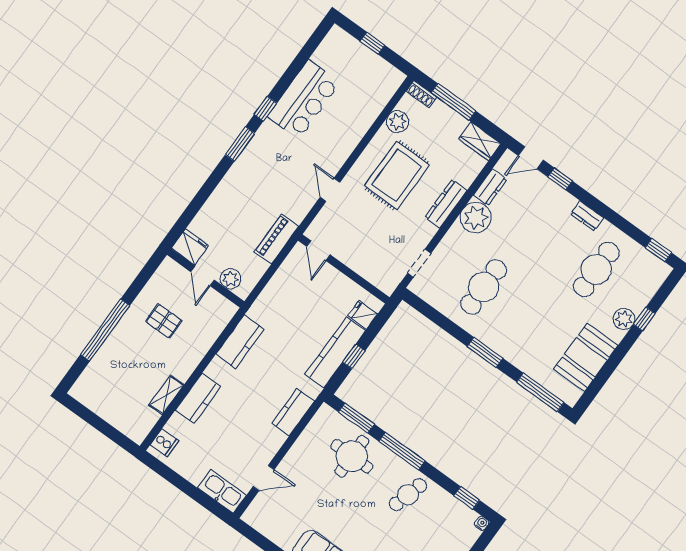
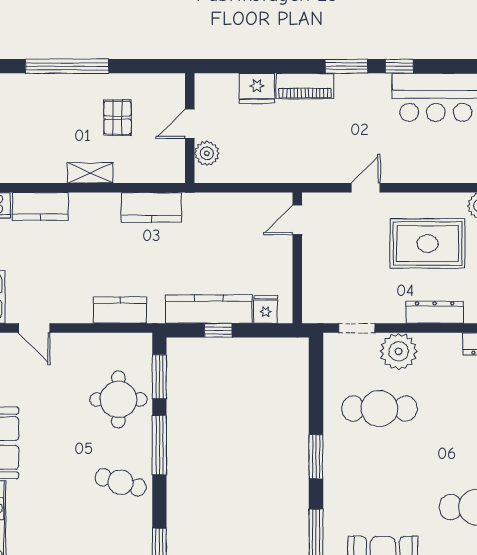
plant: (476, 218) -> (399, 351), moved
piano: (277, 239) -> (305, 86), moved, turned 180
fridge: (190, 247) -> (257, 88), moved, turned 90
shelving: (166, 395) -> (90, 173), moved
kitchen counter: (198, 398) -> (40, 207), moved

